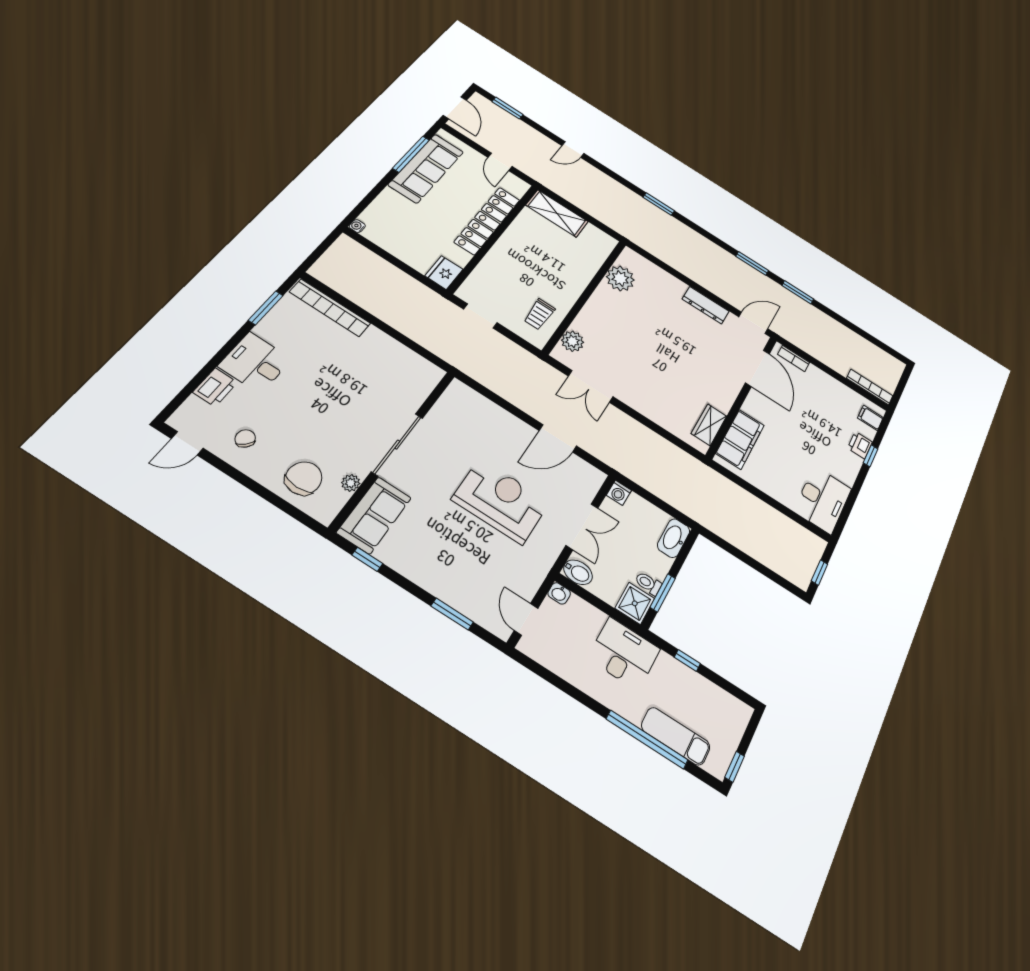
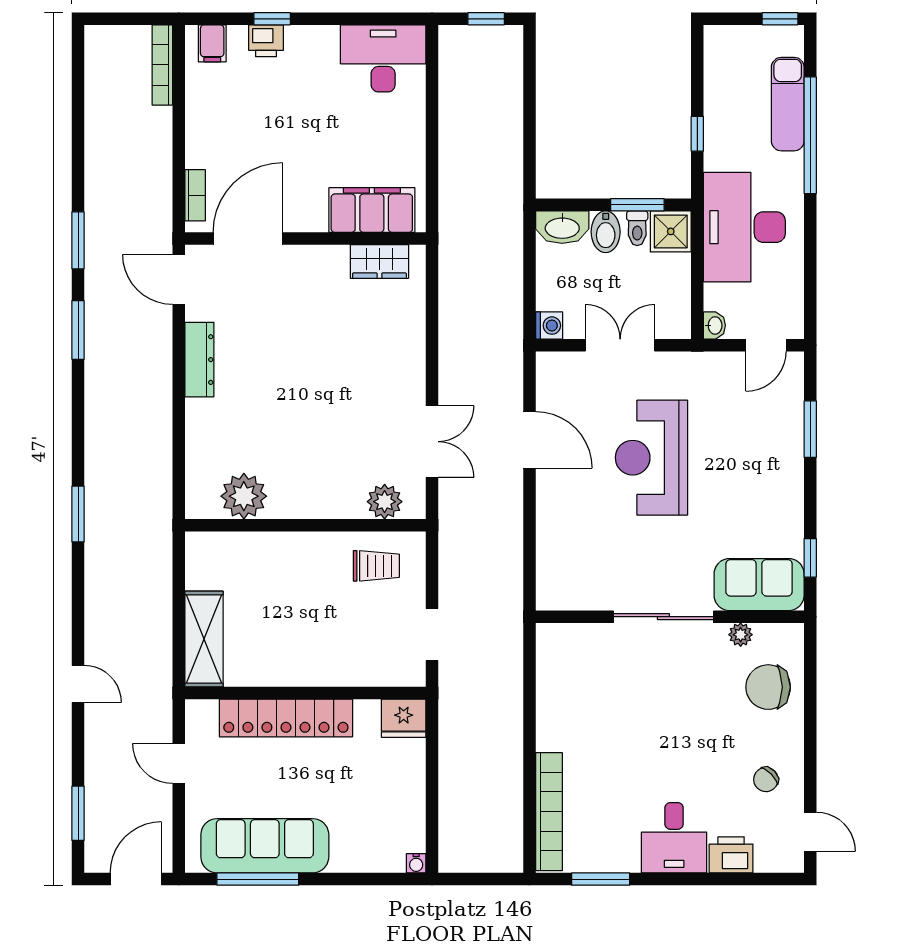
door: (500, 162) -> (179, 763), swing flipped
bidet: (578, 572) -> (606, 232), moved, turned 180
desk: (624, 654) -> (744, 227), width x1.36, depth x1.30

